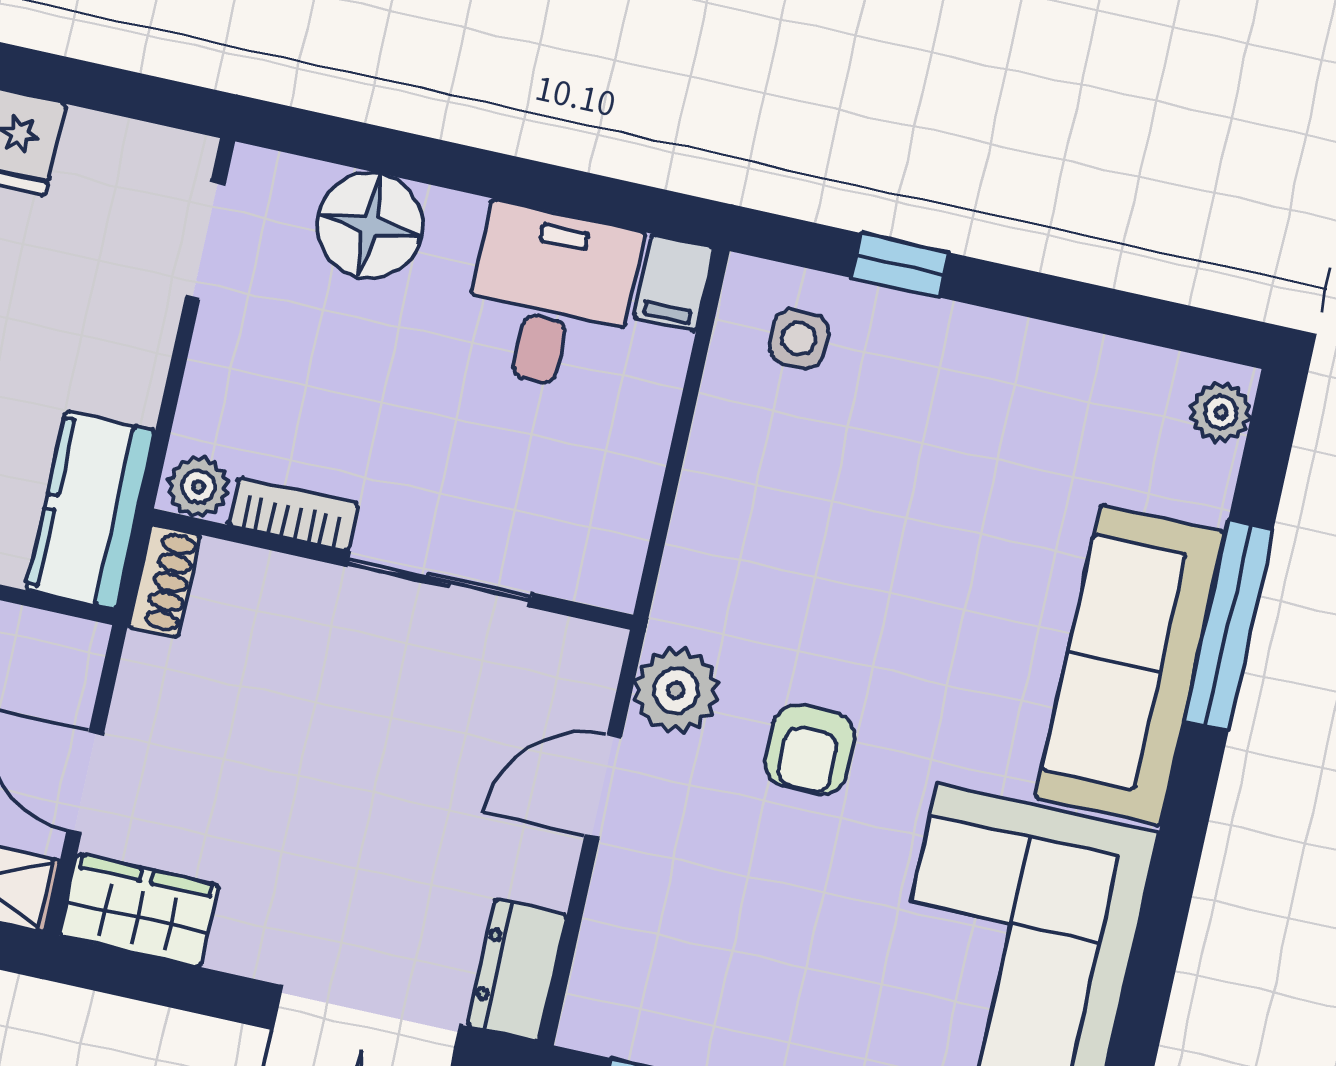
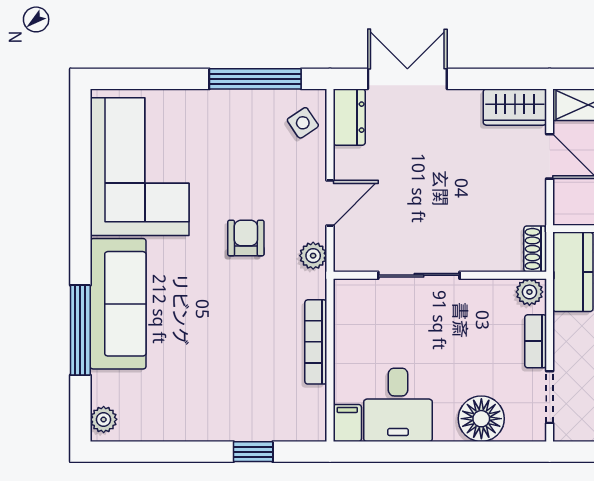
side table: (799, 339) -> (303, 123), moved, turned -34
bookcase: (704, 481) -> (316, 342), added
bookcase: (293, 514) -> (536, 341), moved, turned 90
plant: (676, 690) -> (313, 256), width x0.73, depth x0.73

